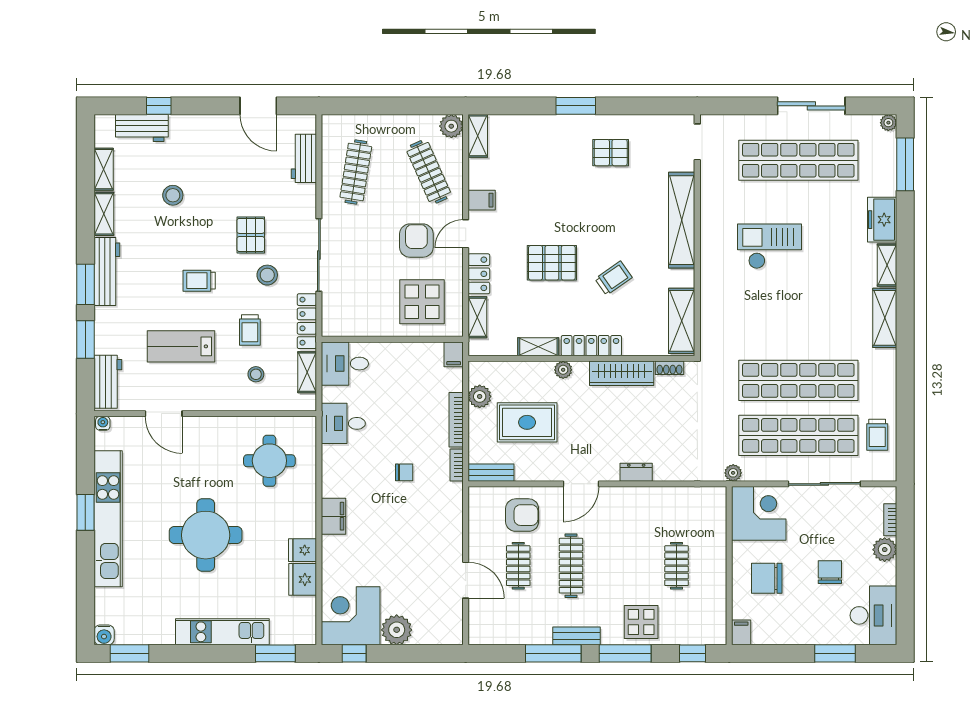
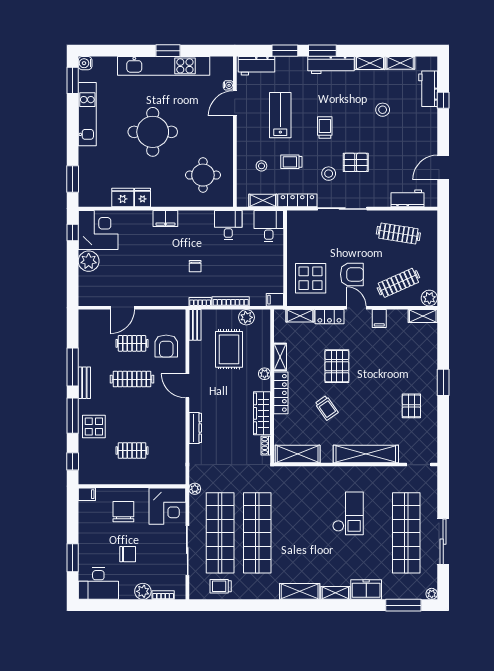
water cooler: (103, 423) -> (228, 85), moved
dresser: (636, 472) -> (195, 428), width x1.44
kitchen unit: (222, 632) -> (87, 114), moved

